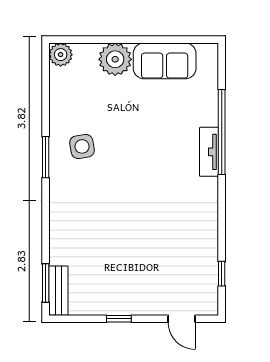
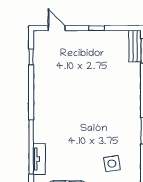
side table: (82, 146) -> (112, 164), moved
tv unit: (209, 152) -> (39, 159), moved

